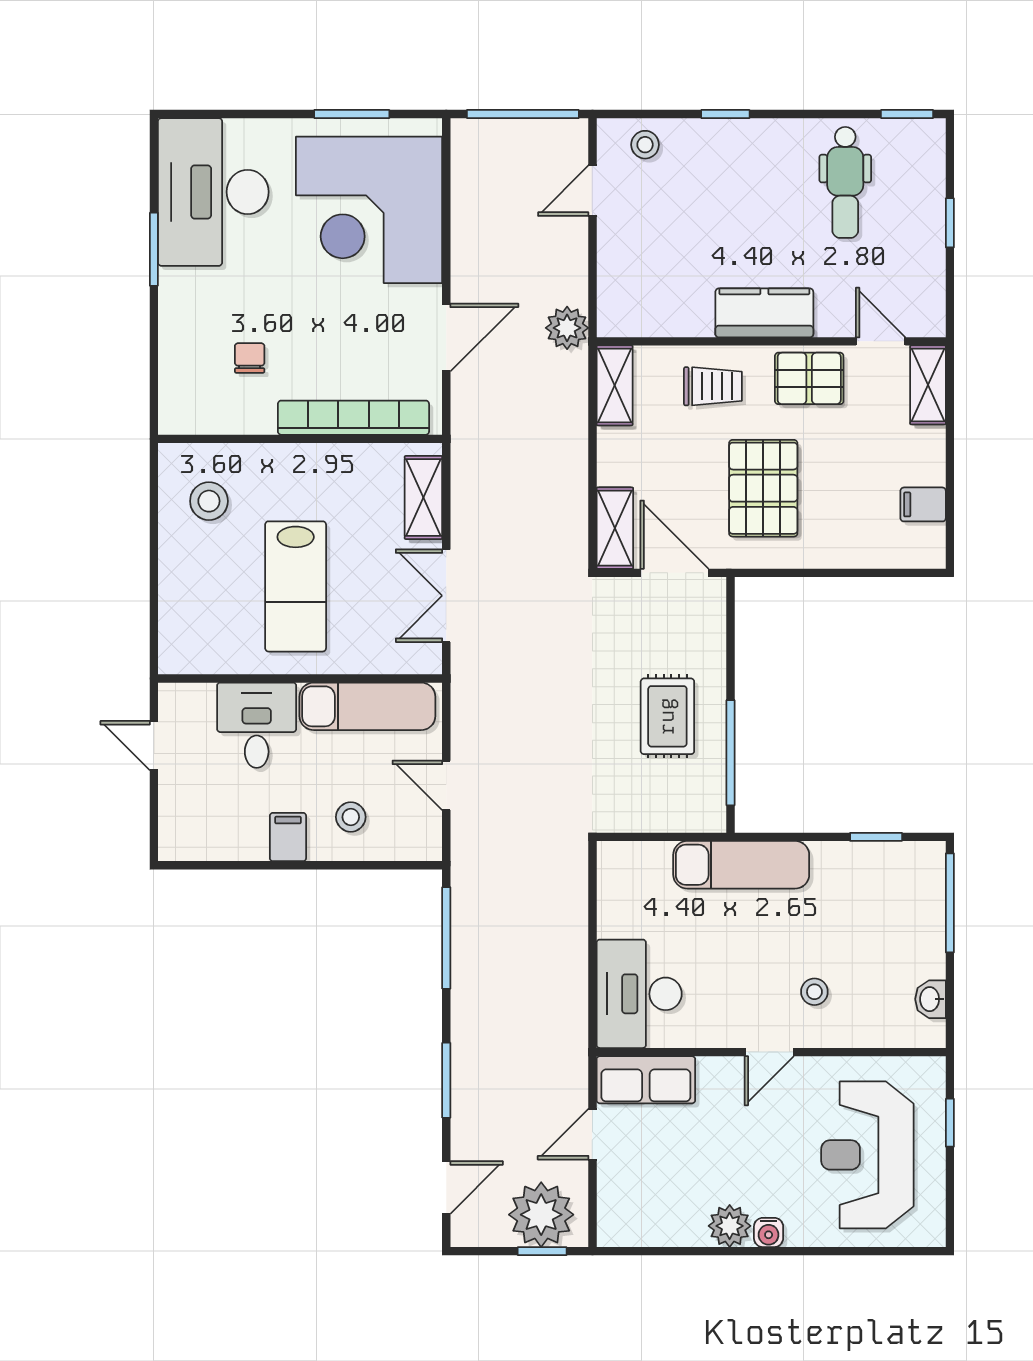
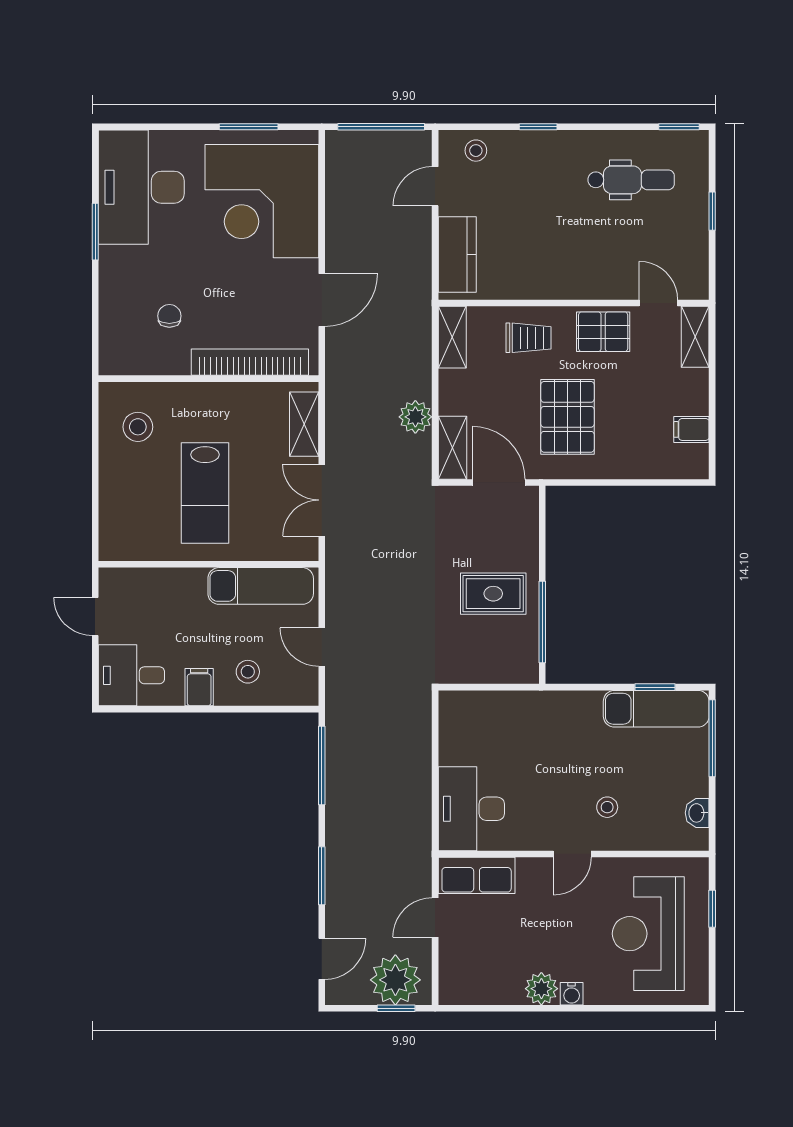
dental chair: (845, 182) -> (631, 180), turned -90
kitchen counter: (764, 313) -> (457, 254), moved, turned 90
plant: (567, 328) -> (415, 417), moved
rug: (667, 716) -> (493, 594), turned 90
desk: (257, 725) -> (131, 675), moved, turned -90
exam couch: (741, 865) -> (656, 709), moved

